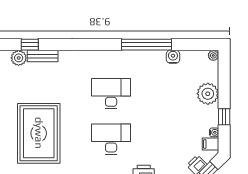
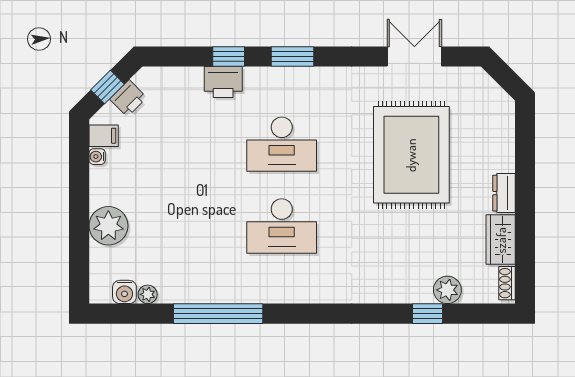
plant: (213, 55) -> (148, 294), moved
bench: (43, 56) -> (404, 293), removed
water cooler: (173, 57) -> (124, 292), moved
window: (224, 117) -> (79, 185), removed

